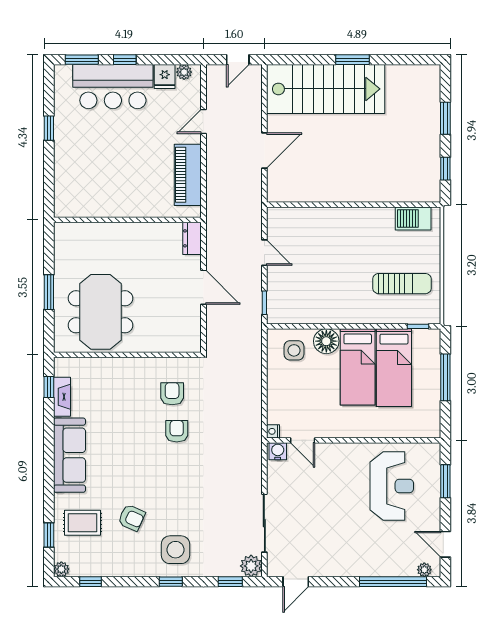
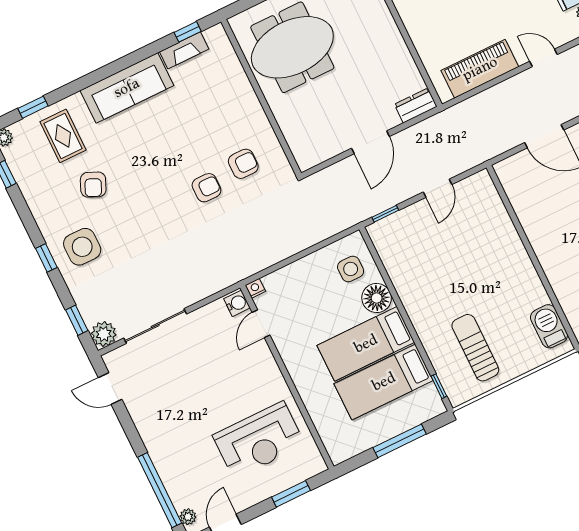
sun lounger: (402, 284) -> (475, 348), turned 180

